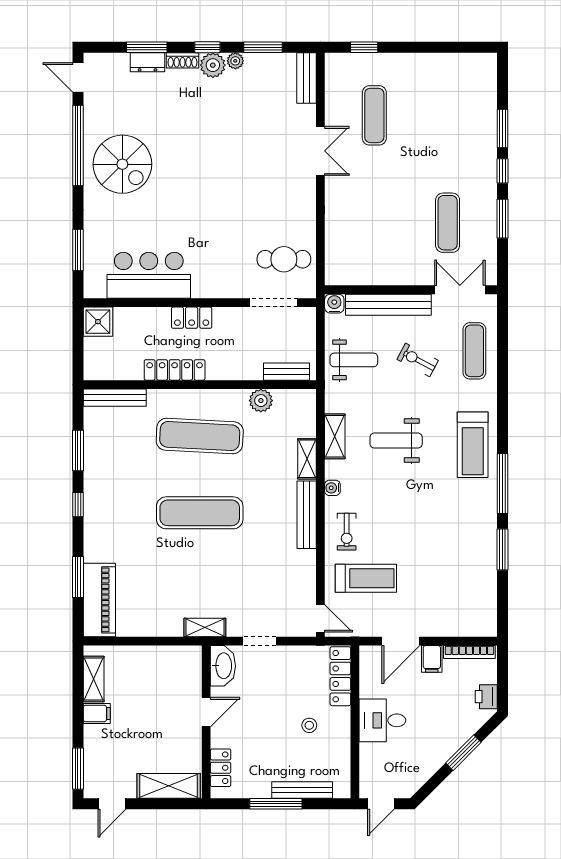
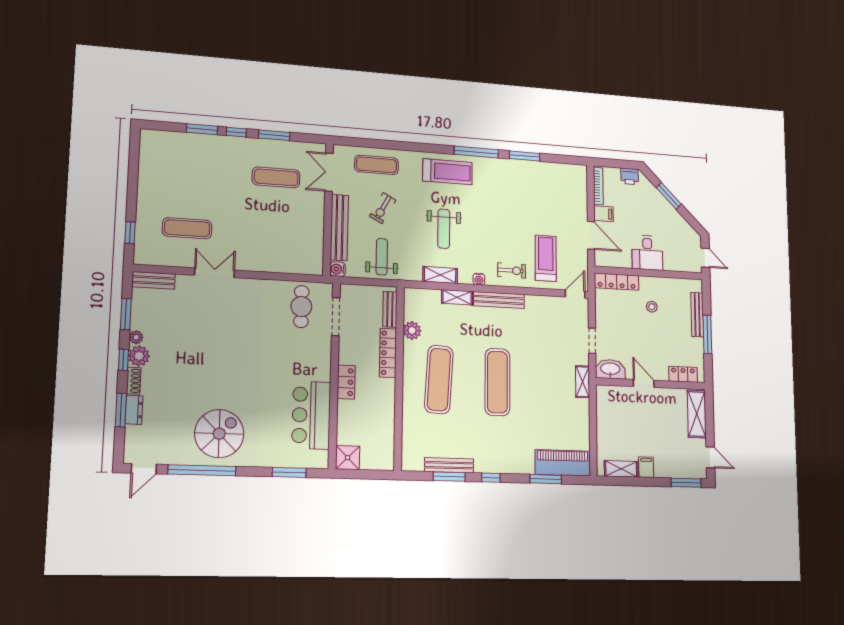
locker: (175, 370) -> (388, 353), moved
bench: (115, 398) -> (449, 465), moved, turned 90

